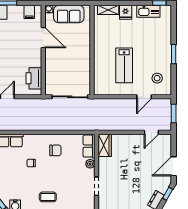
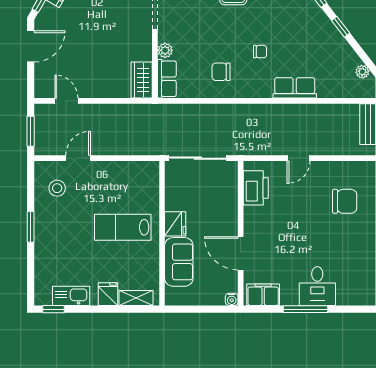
filing cabinet: (29, 12) -> (263, 295), width x2.00
sofa: (69, 14) -> (179, 262), moved, turned 90
fridge: (84, 56) -> (175, 224), added
lab bench: (124, 65) -> (123, 227), moved, turned -90
door: (151, 132) -> (66, 101), hinge flipped

